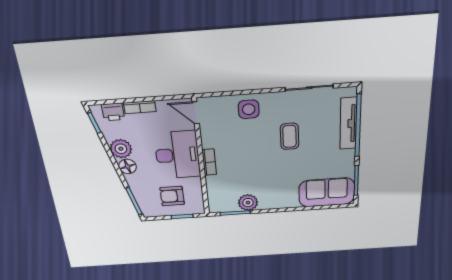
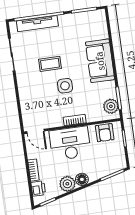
side table: (249, 109) -> (65, 86), moved
door: (196, 113) -> (35, 131), hinge flipped
sofa: (327, 192) -> (100, 61), moved
armchair: (172, 196) -> (105, 133), moved
plant: (248, 203) -> (111, 106), moved

